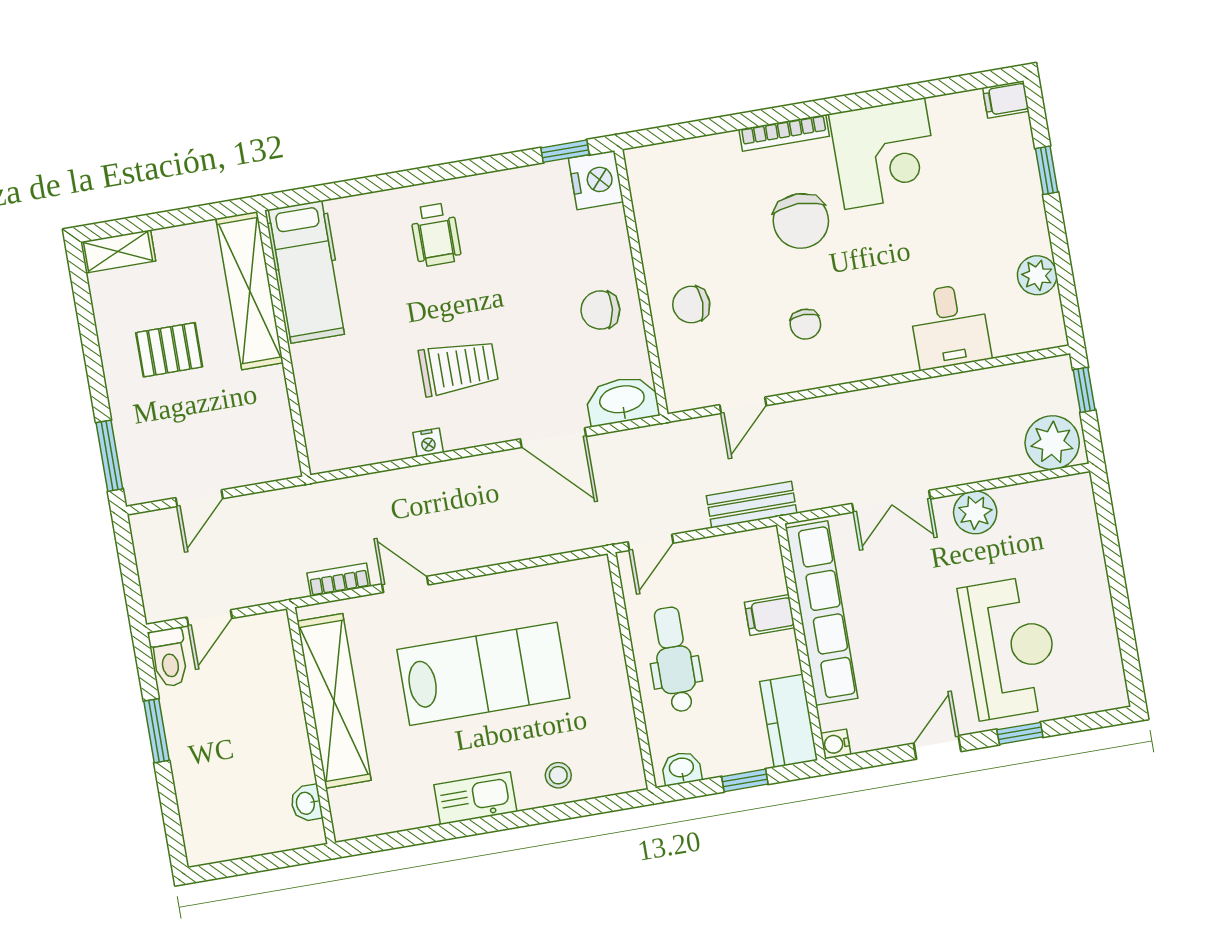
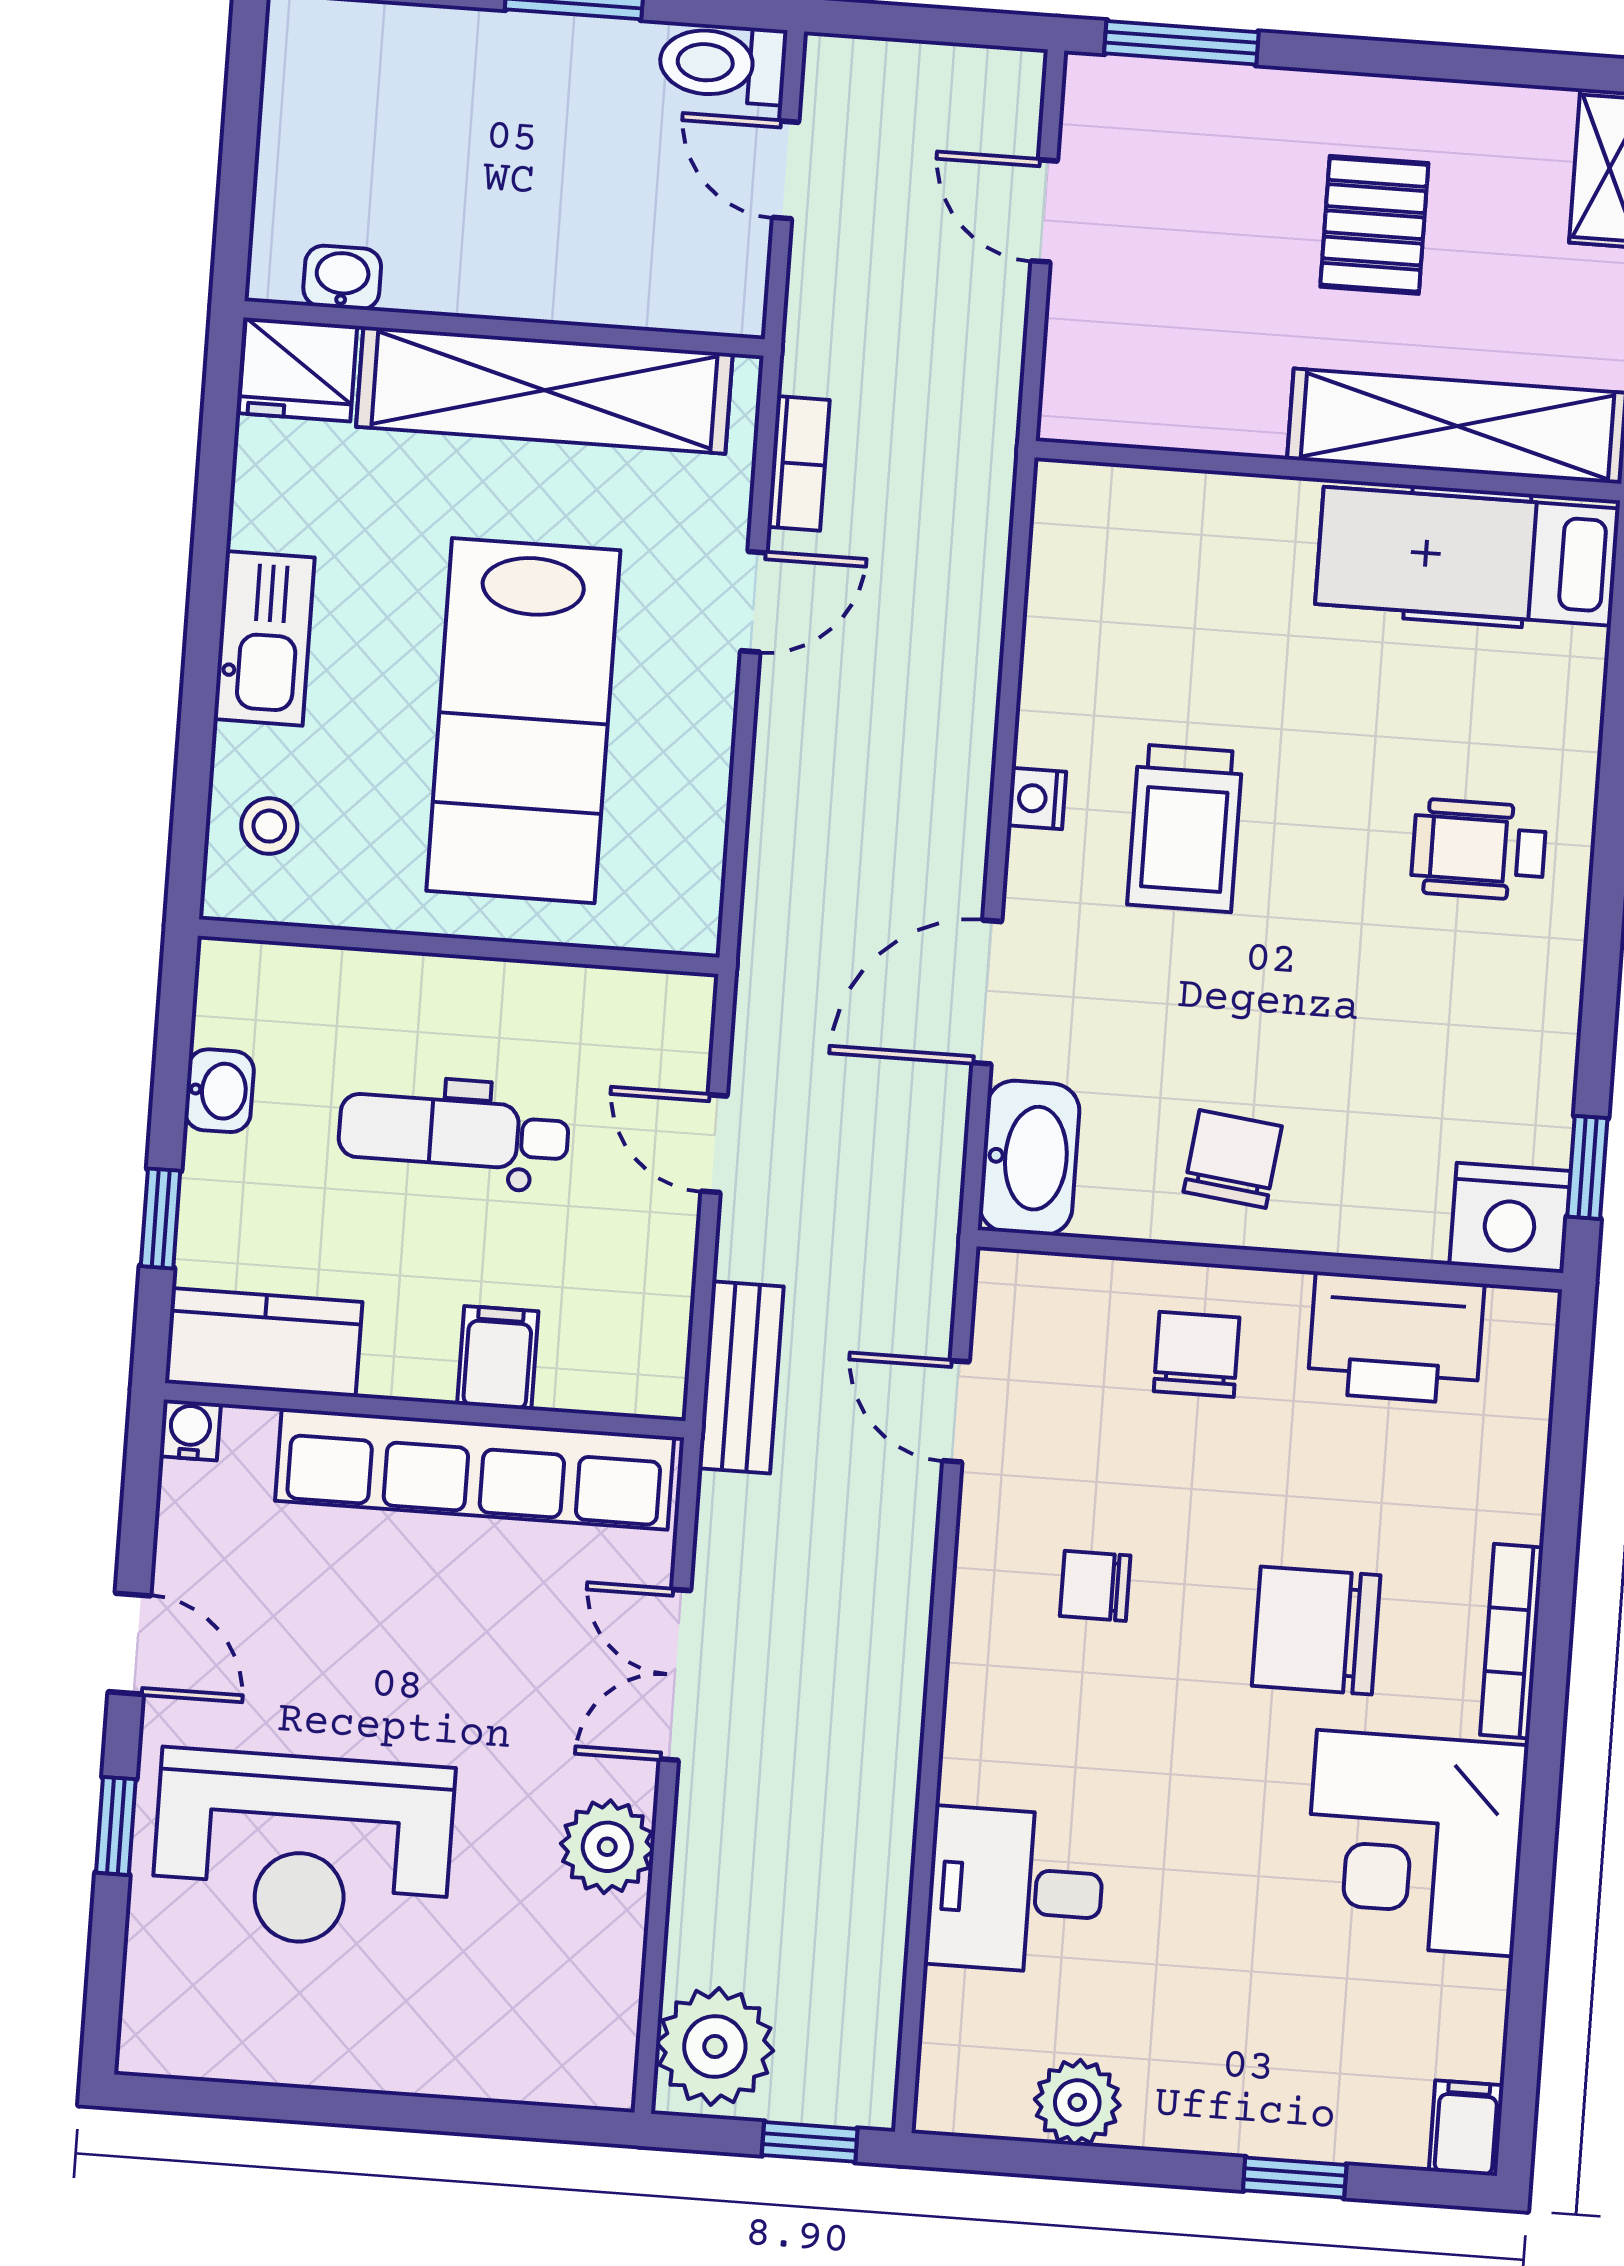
printer: (662, 218) -> (1396, 1338), added
nightstand: (428, 443) -> (1037, 799), moved
dental chair: (674, 659) -> (454, 1132), turned 180
wall: (632, 671) -> (459, 947), moved
fridge: (352, 813) -> (298, 370), added

